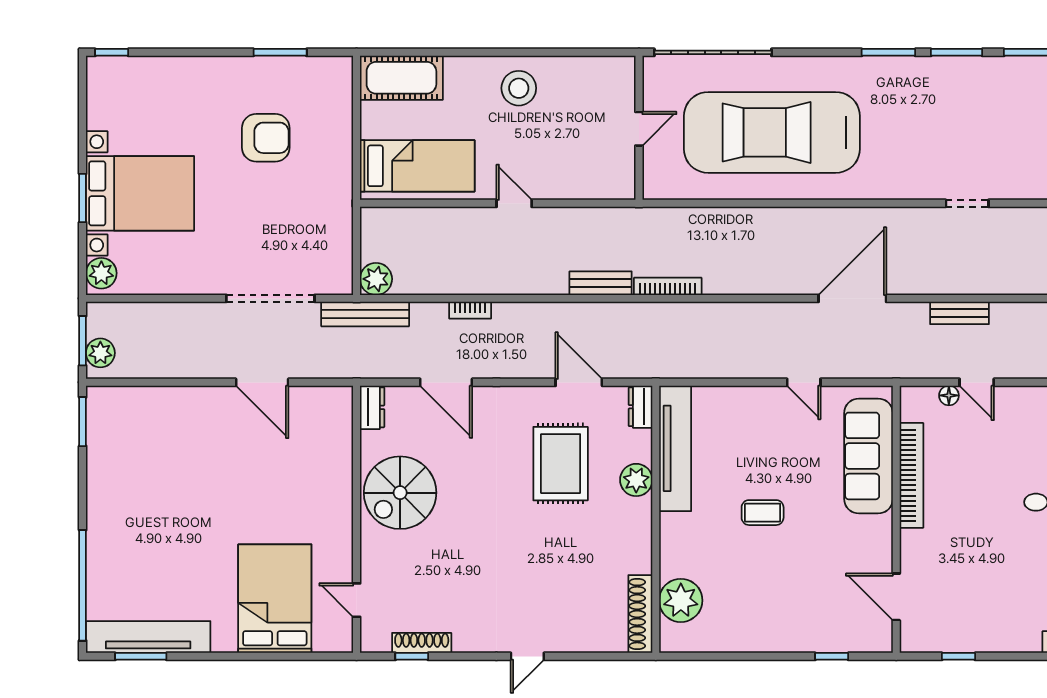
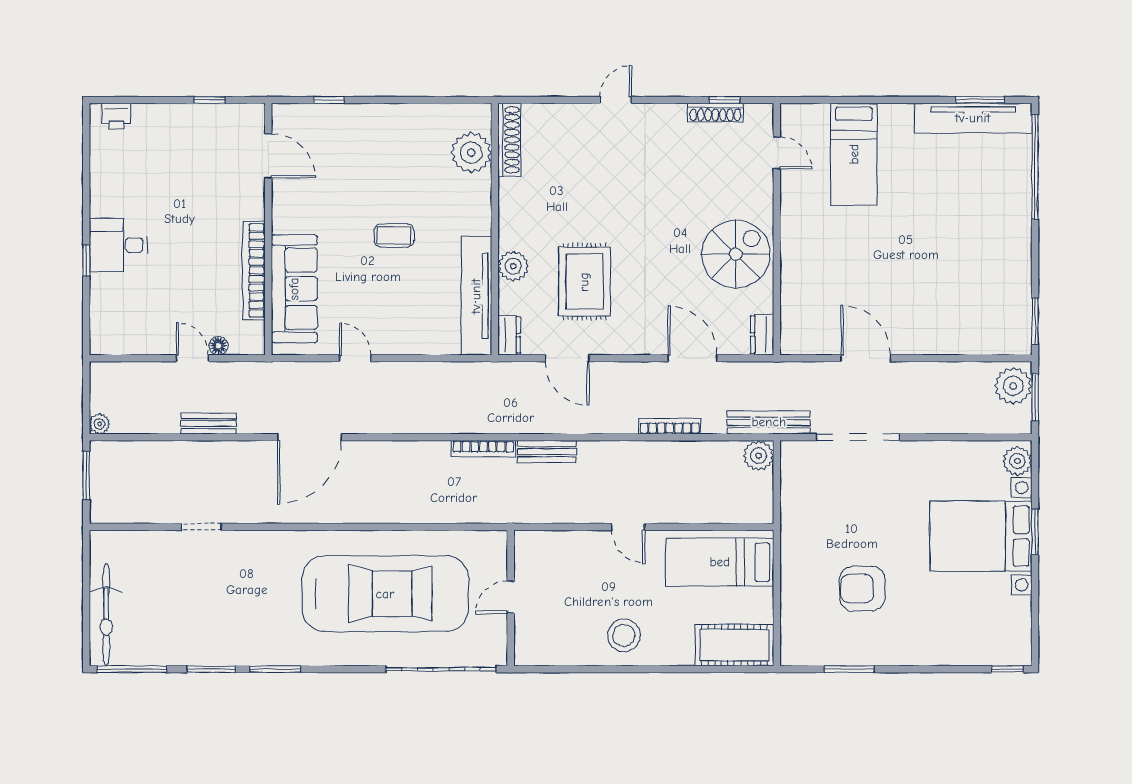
bookcase: (470, 310) -> (670, 426), width x1.56
plant: (100, 353) -> (1013, 386), width x1.36, depth x1.36
bed: (275, 599) -> (854, 154), width x0.67

